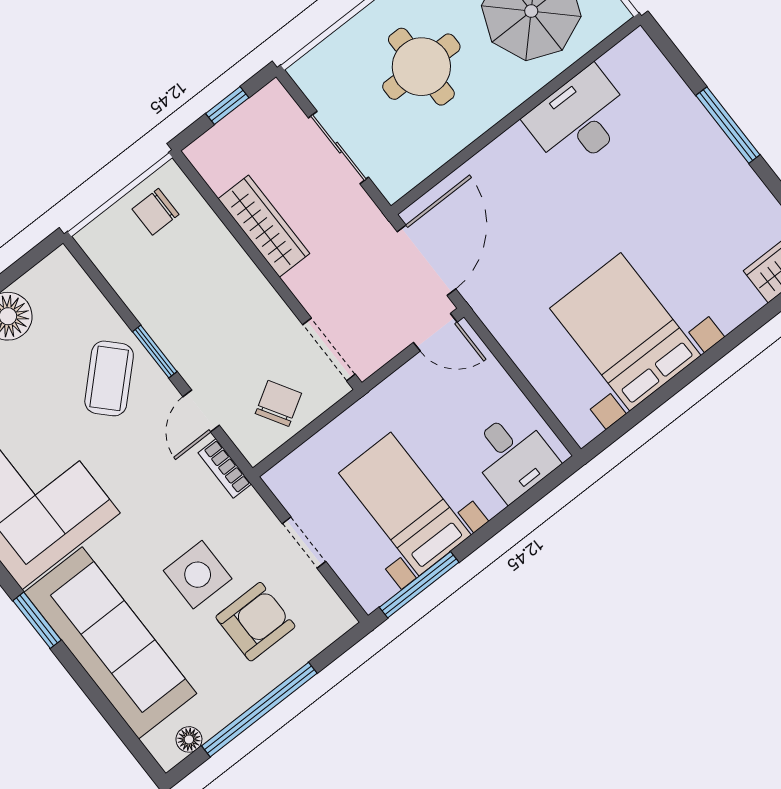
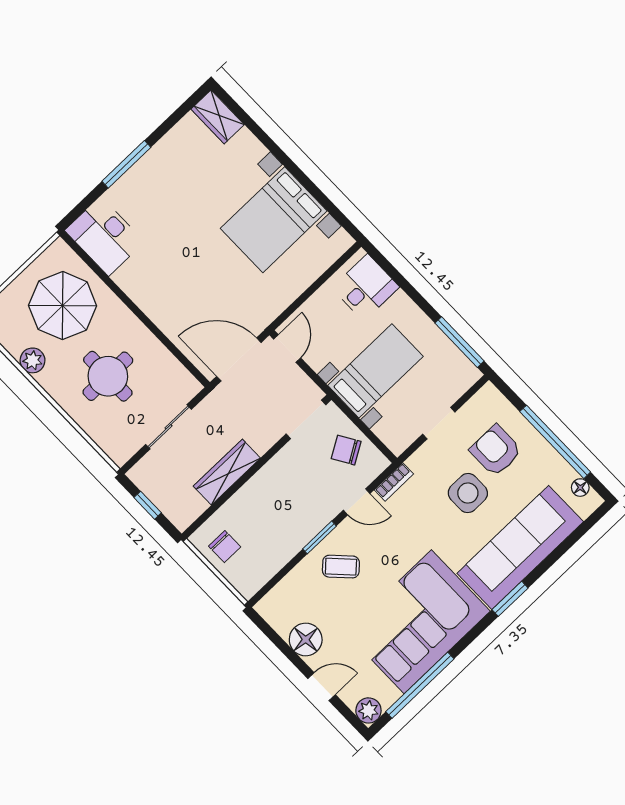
desk: (579, 119) -> (105, 236), moved
coffee table: (109, 378) -> (341, 567), width x0.73, depth x0.77
bed with nightstands: (405, 504) -> (375, 371), moved, turned 180

